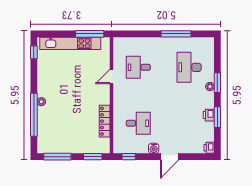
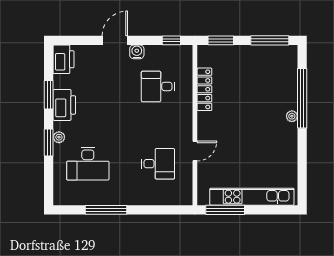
window: (34, 52) -> (302, 184), removed
desk: (189, 67) -> (88, 164), turned 90
printer: (209, 115) -> (64, 105), width x1.87, depth x1.48
printer: (209, 148) -> (63, 59), width x1.87, depth x1.48

